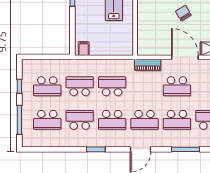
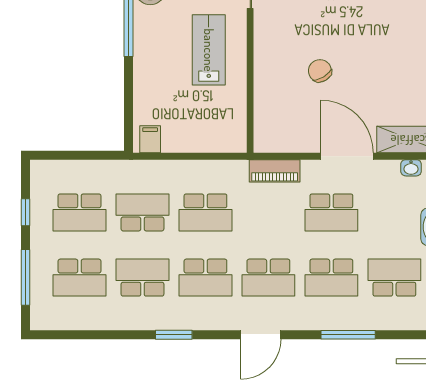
chair: (183, 13) -> (320, 71), moved
school desk: (112, 86) -> (205, 212), turned 180

